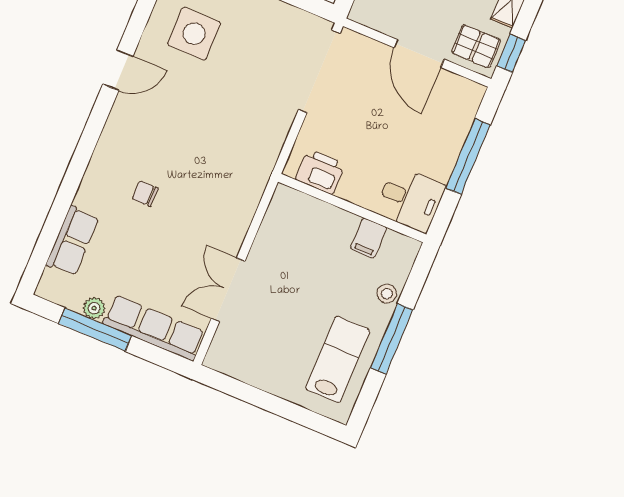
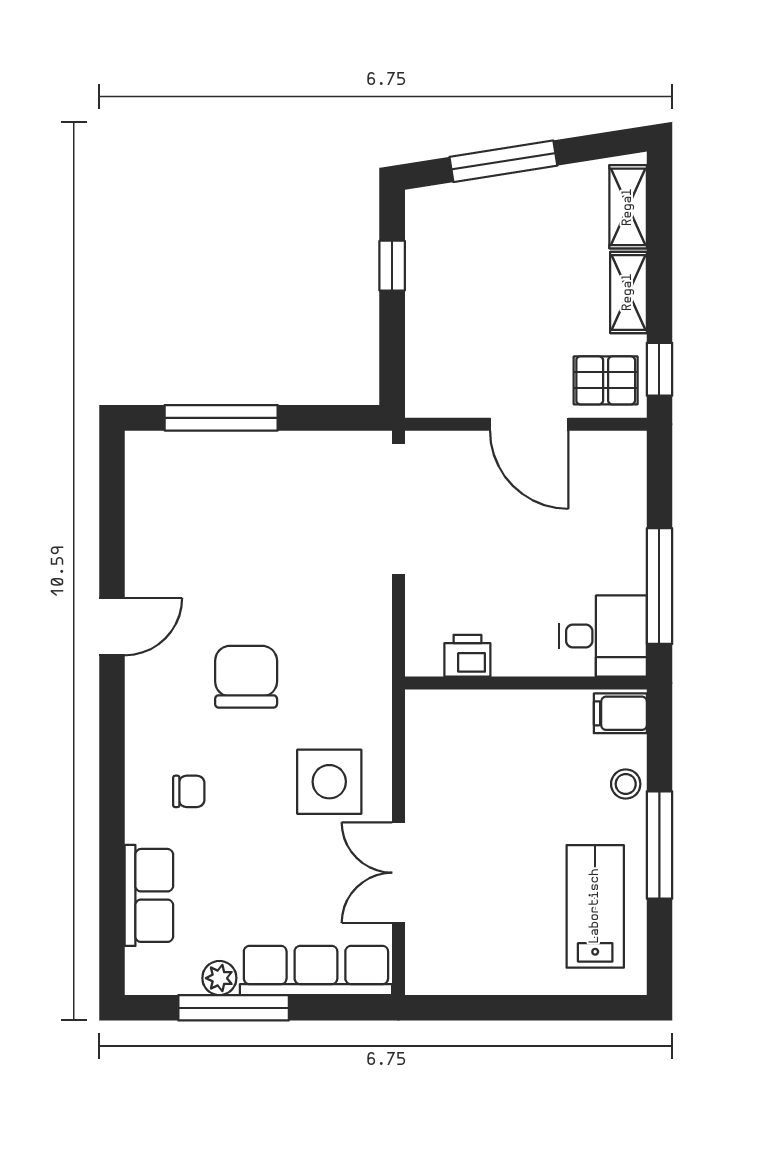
side table: (194, 34) -> (329, 782), moved
chair: (186, 134) -> (246, 677), added
window: (468, 156) -> (659, 586), moved
printer: (320, 172) -> (467, 656), width x0.73, depth x0.81
chair: (145, 194) -> (189, 791), moved, turned 180
filing cabinet: (369, 238) -> (620, 713), moved, turned 90

